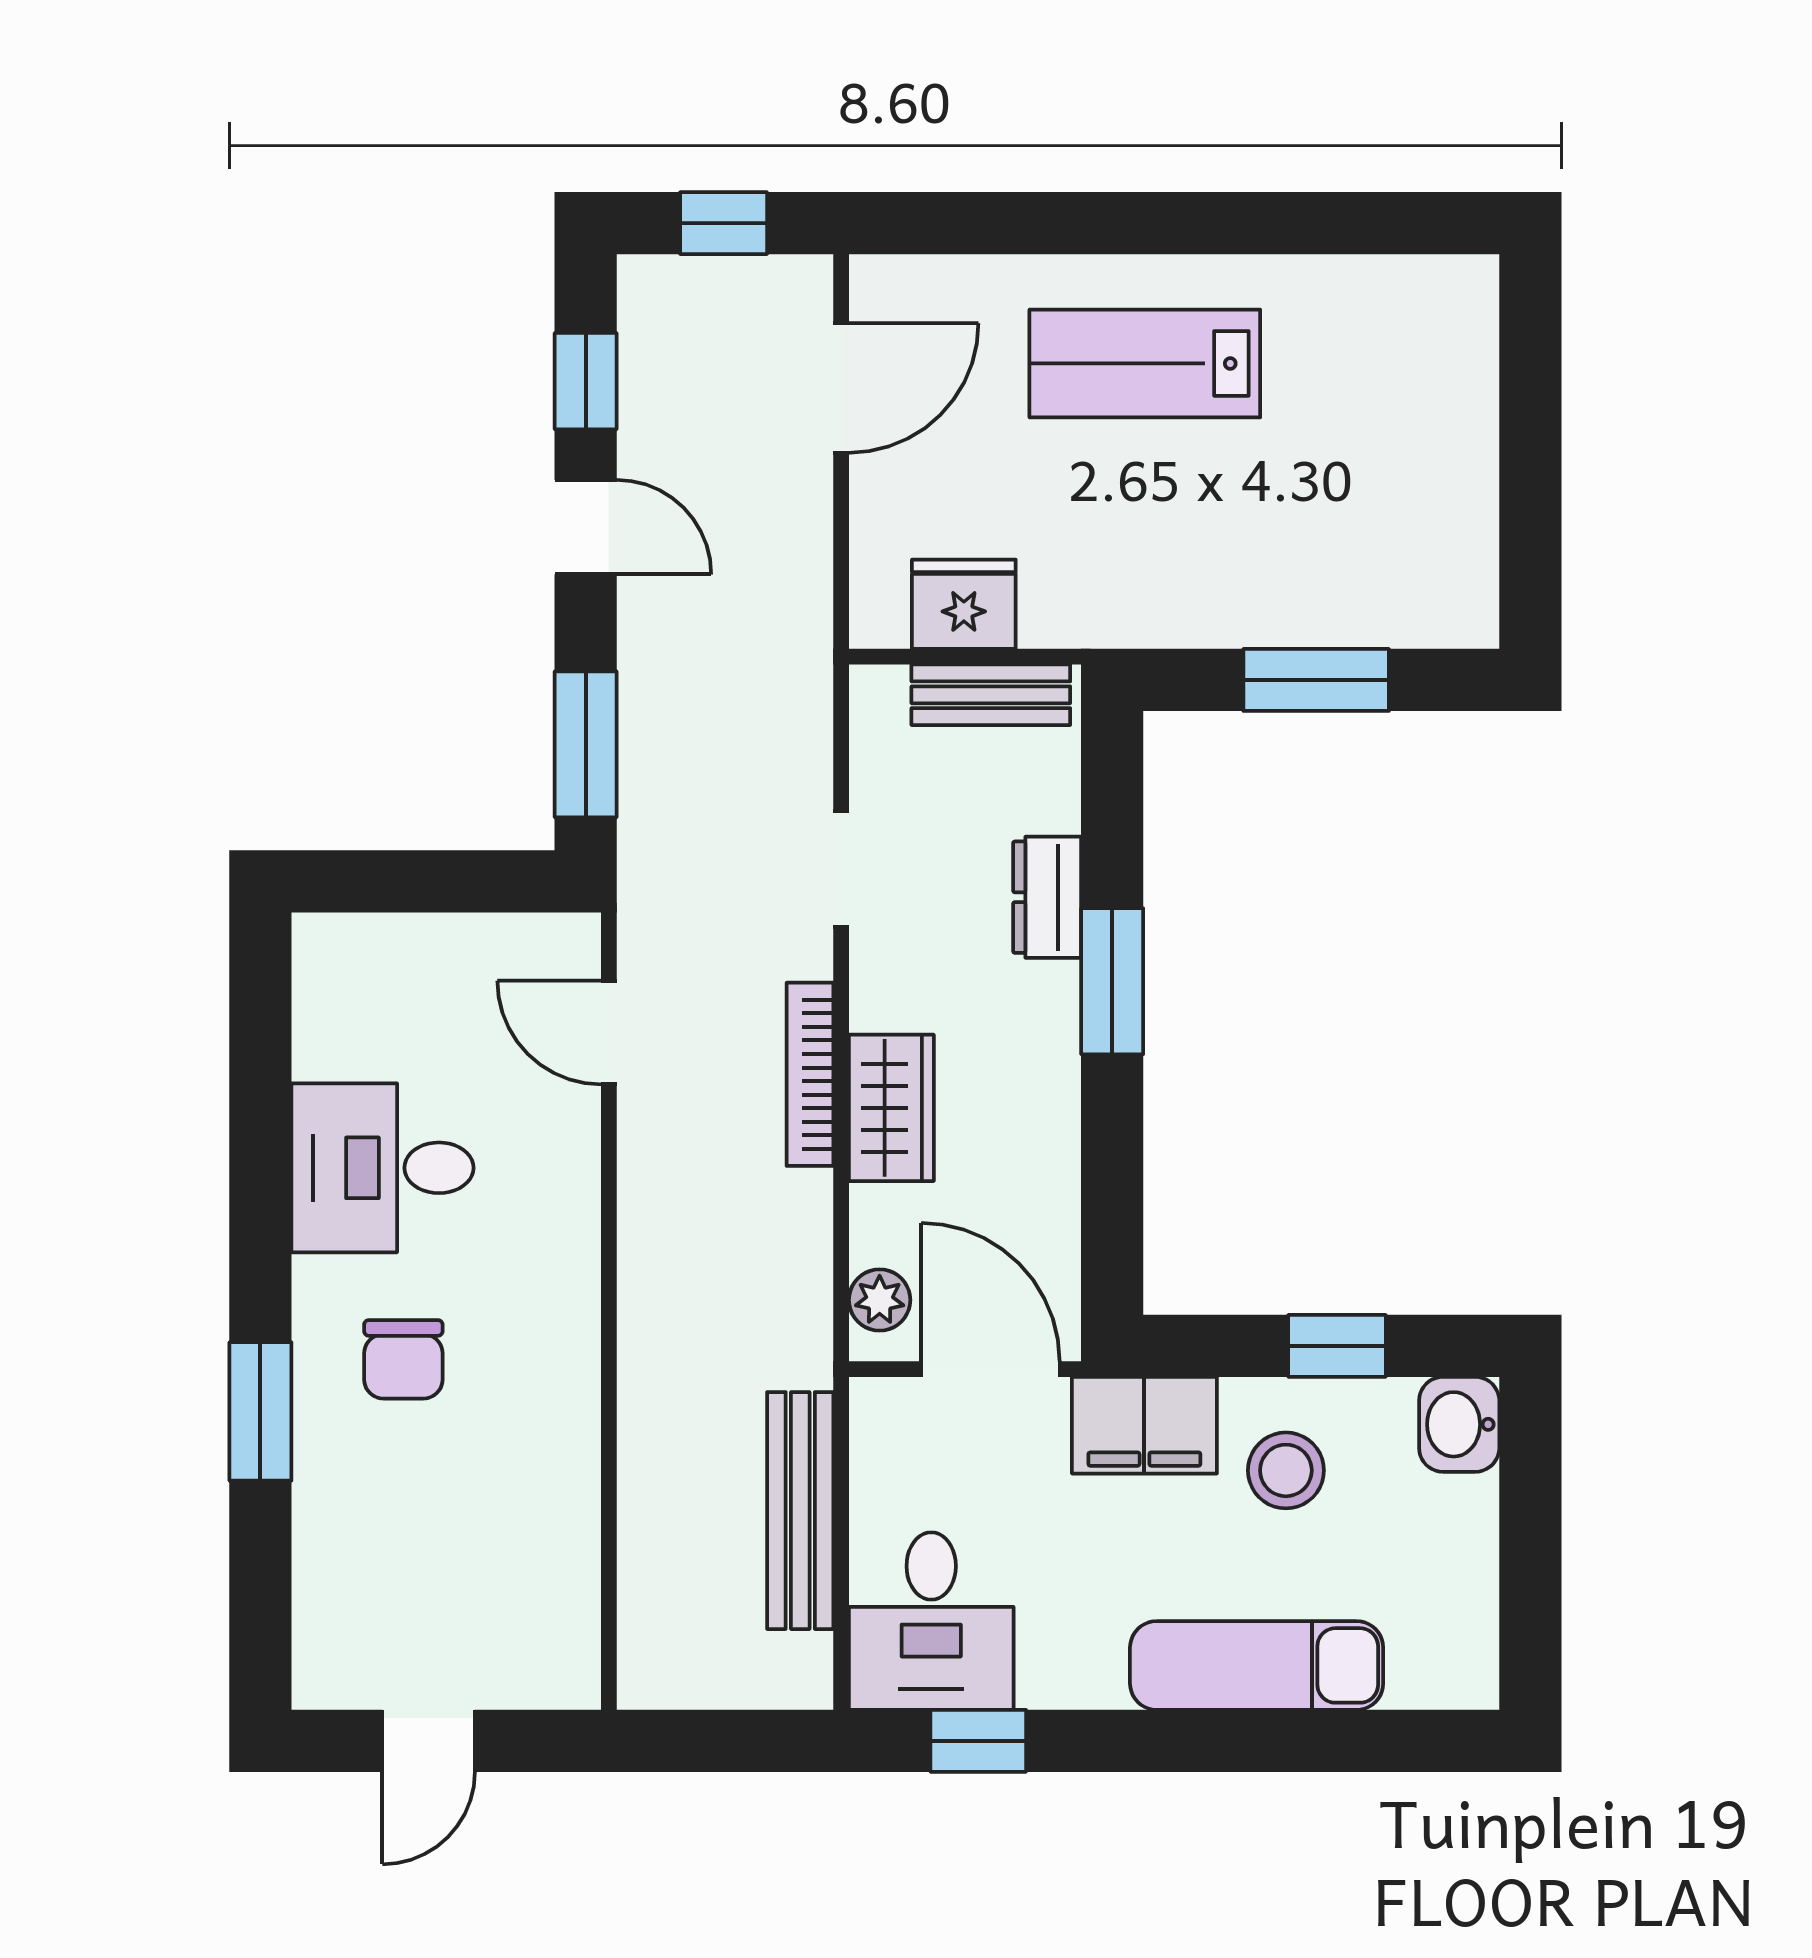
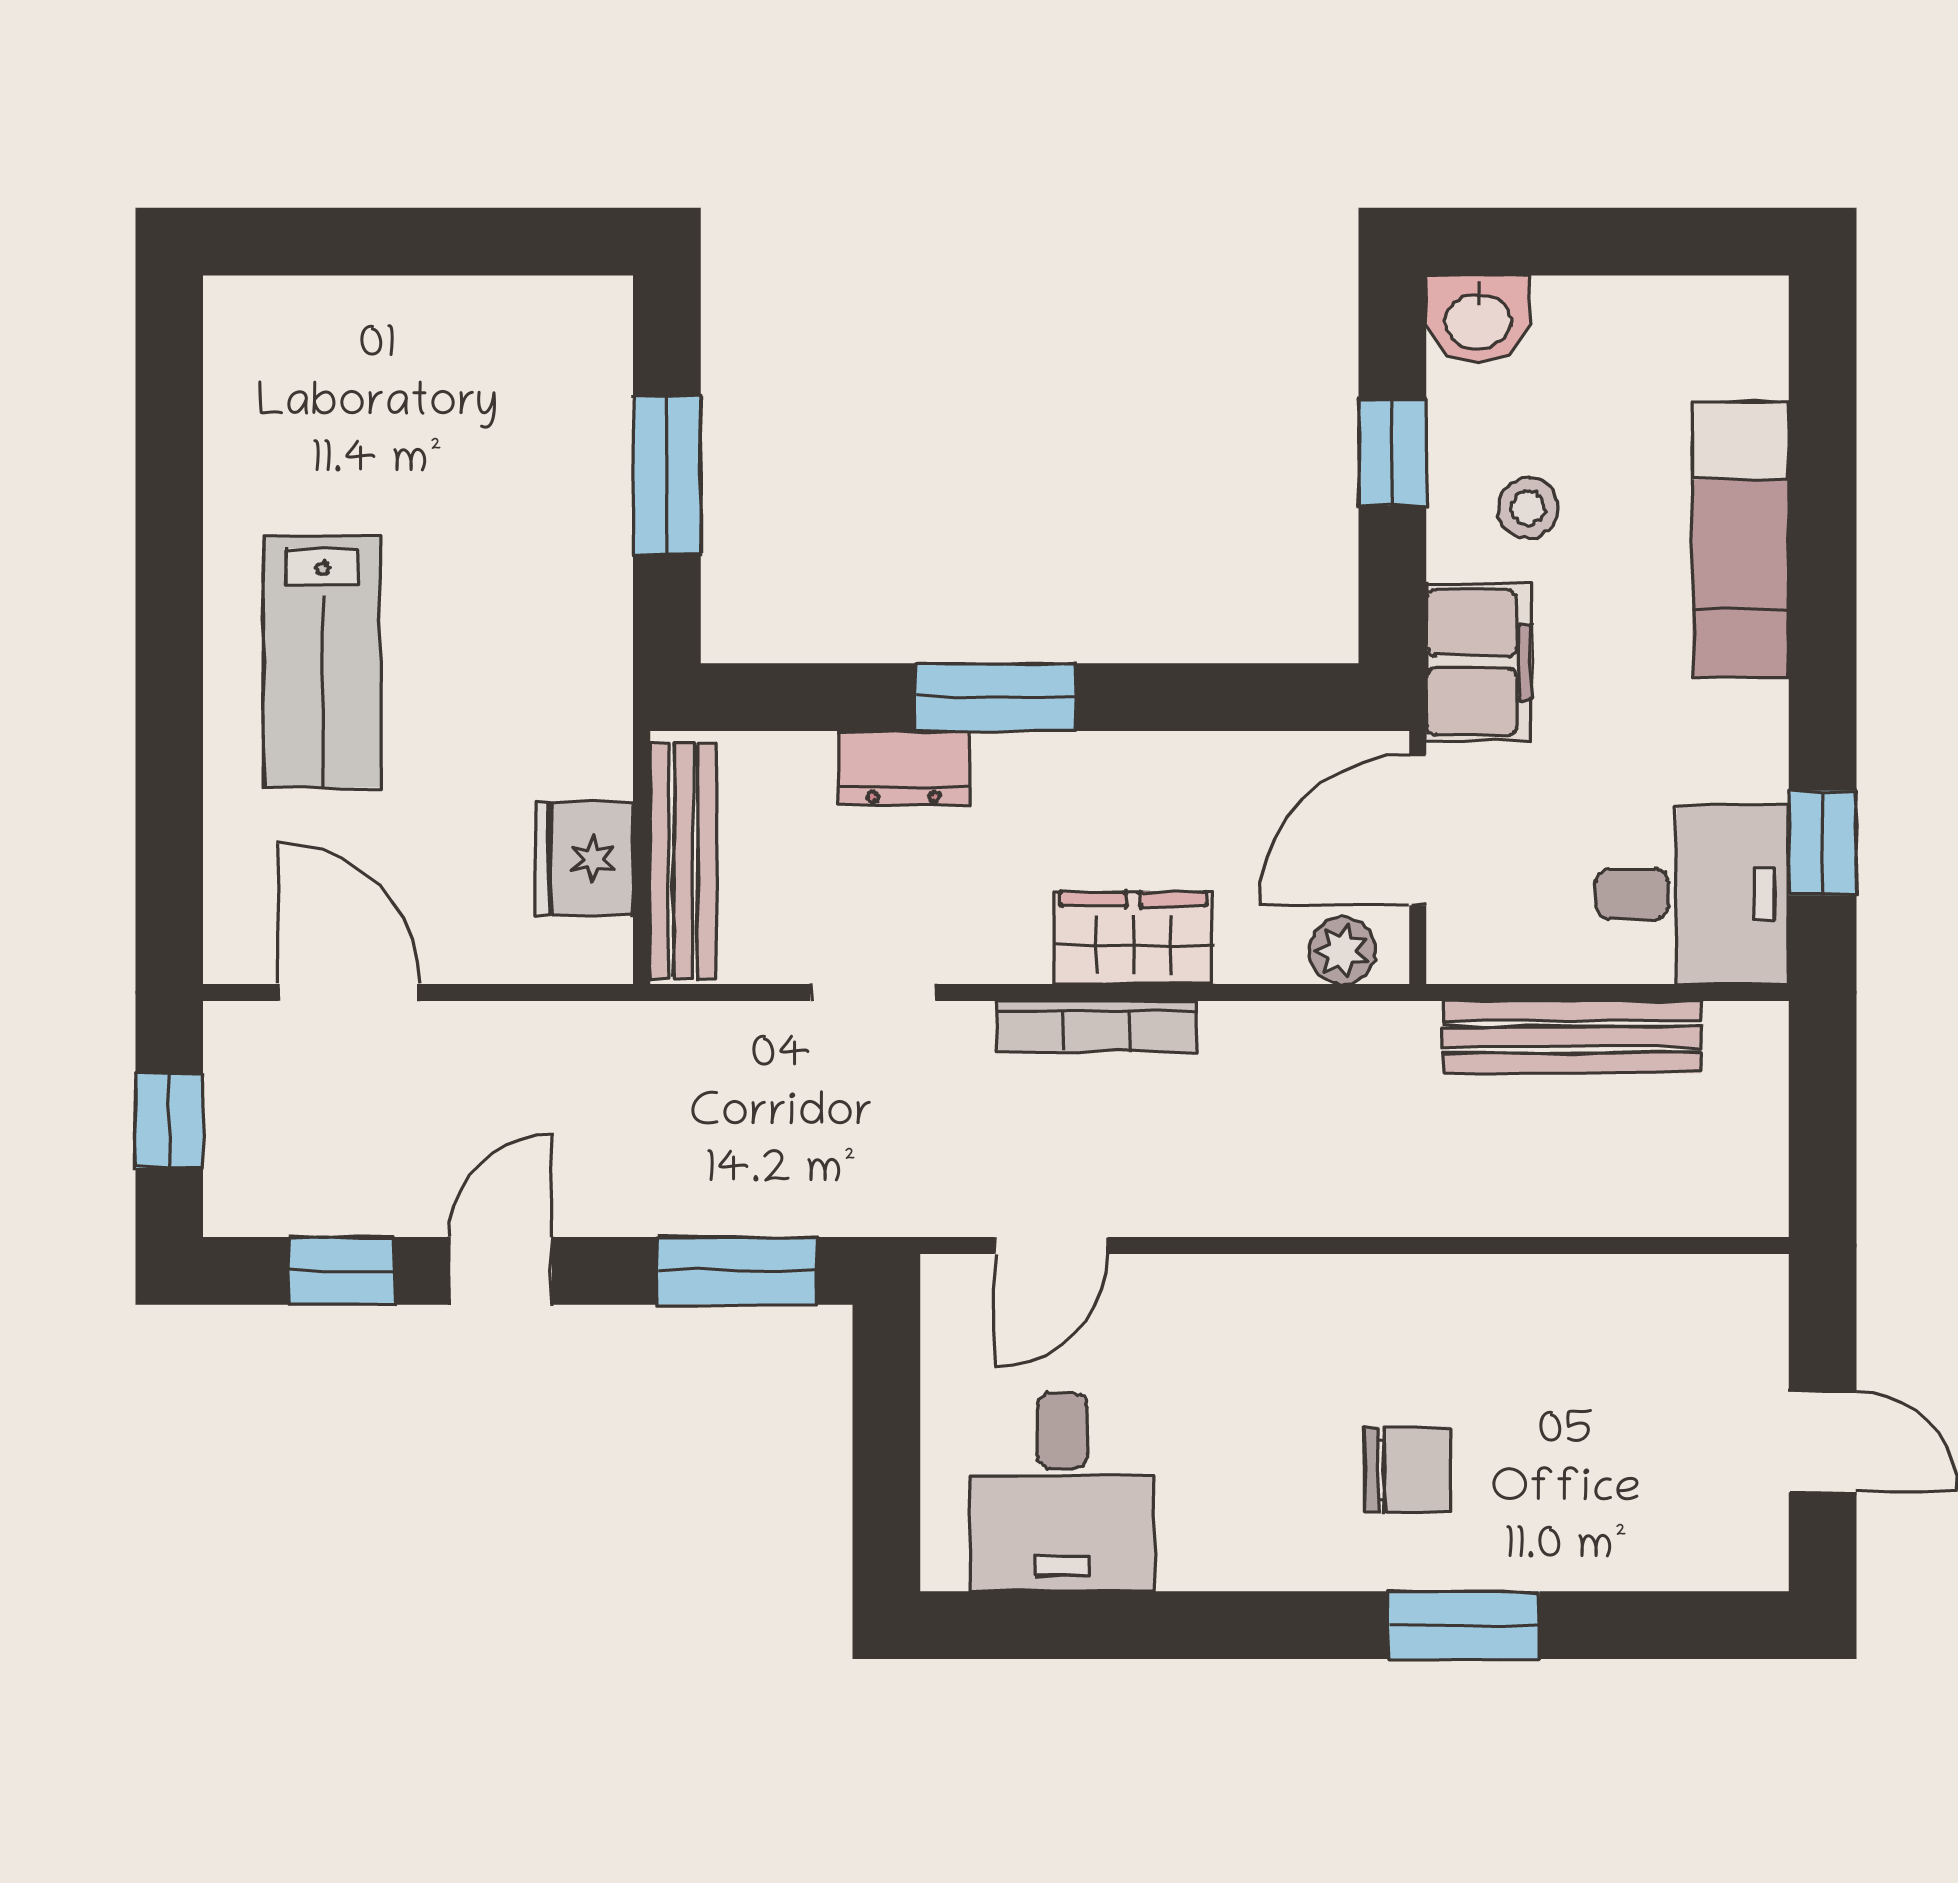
bench: (991, 695) -> (683, 861), width x1.36
desk: (382, 1168) -> (1062, 1492), moved
stool: (1286, 1470) -> (1528, 508), width x0.73, depth x0.73

